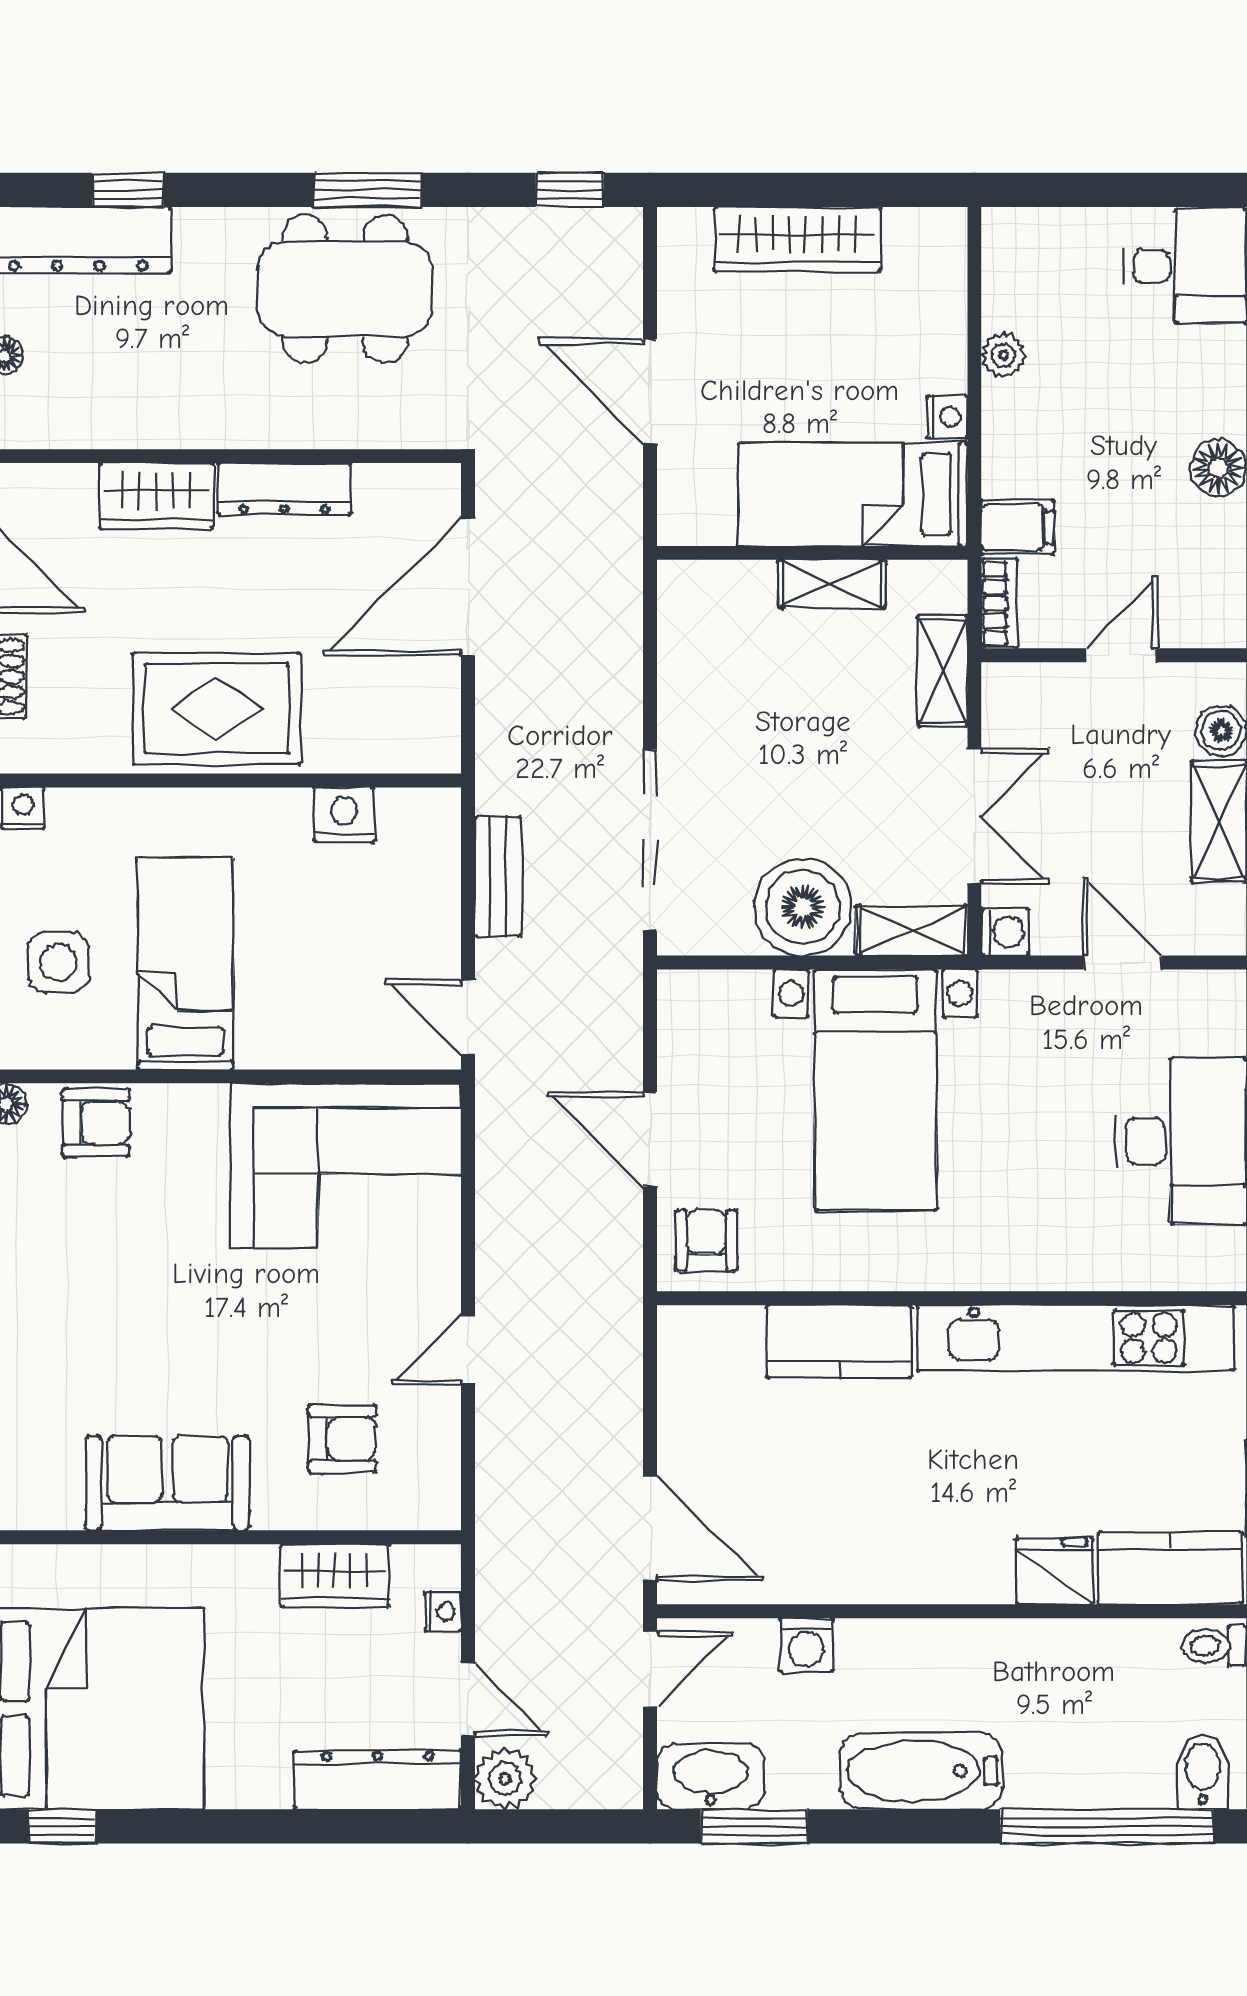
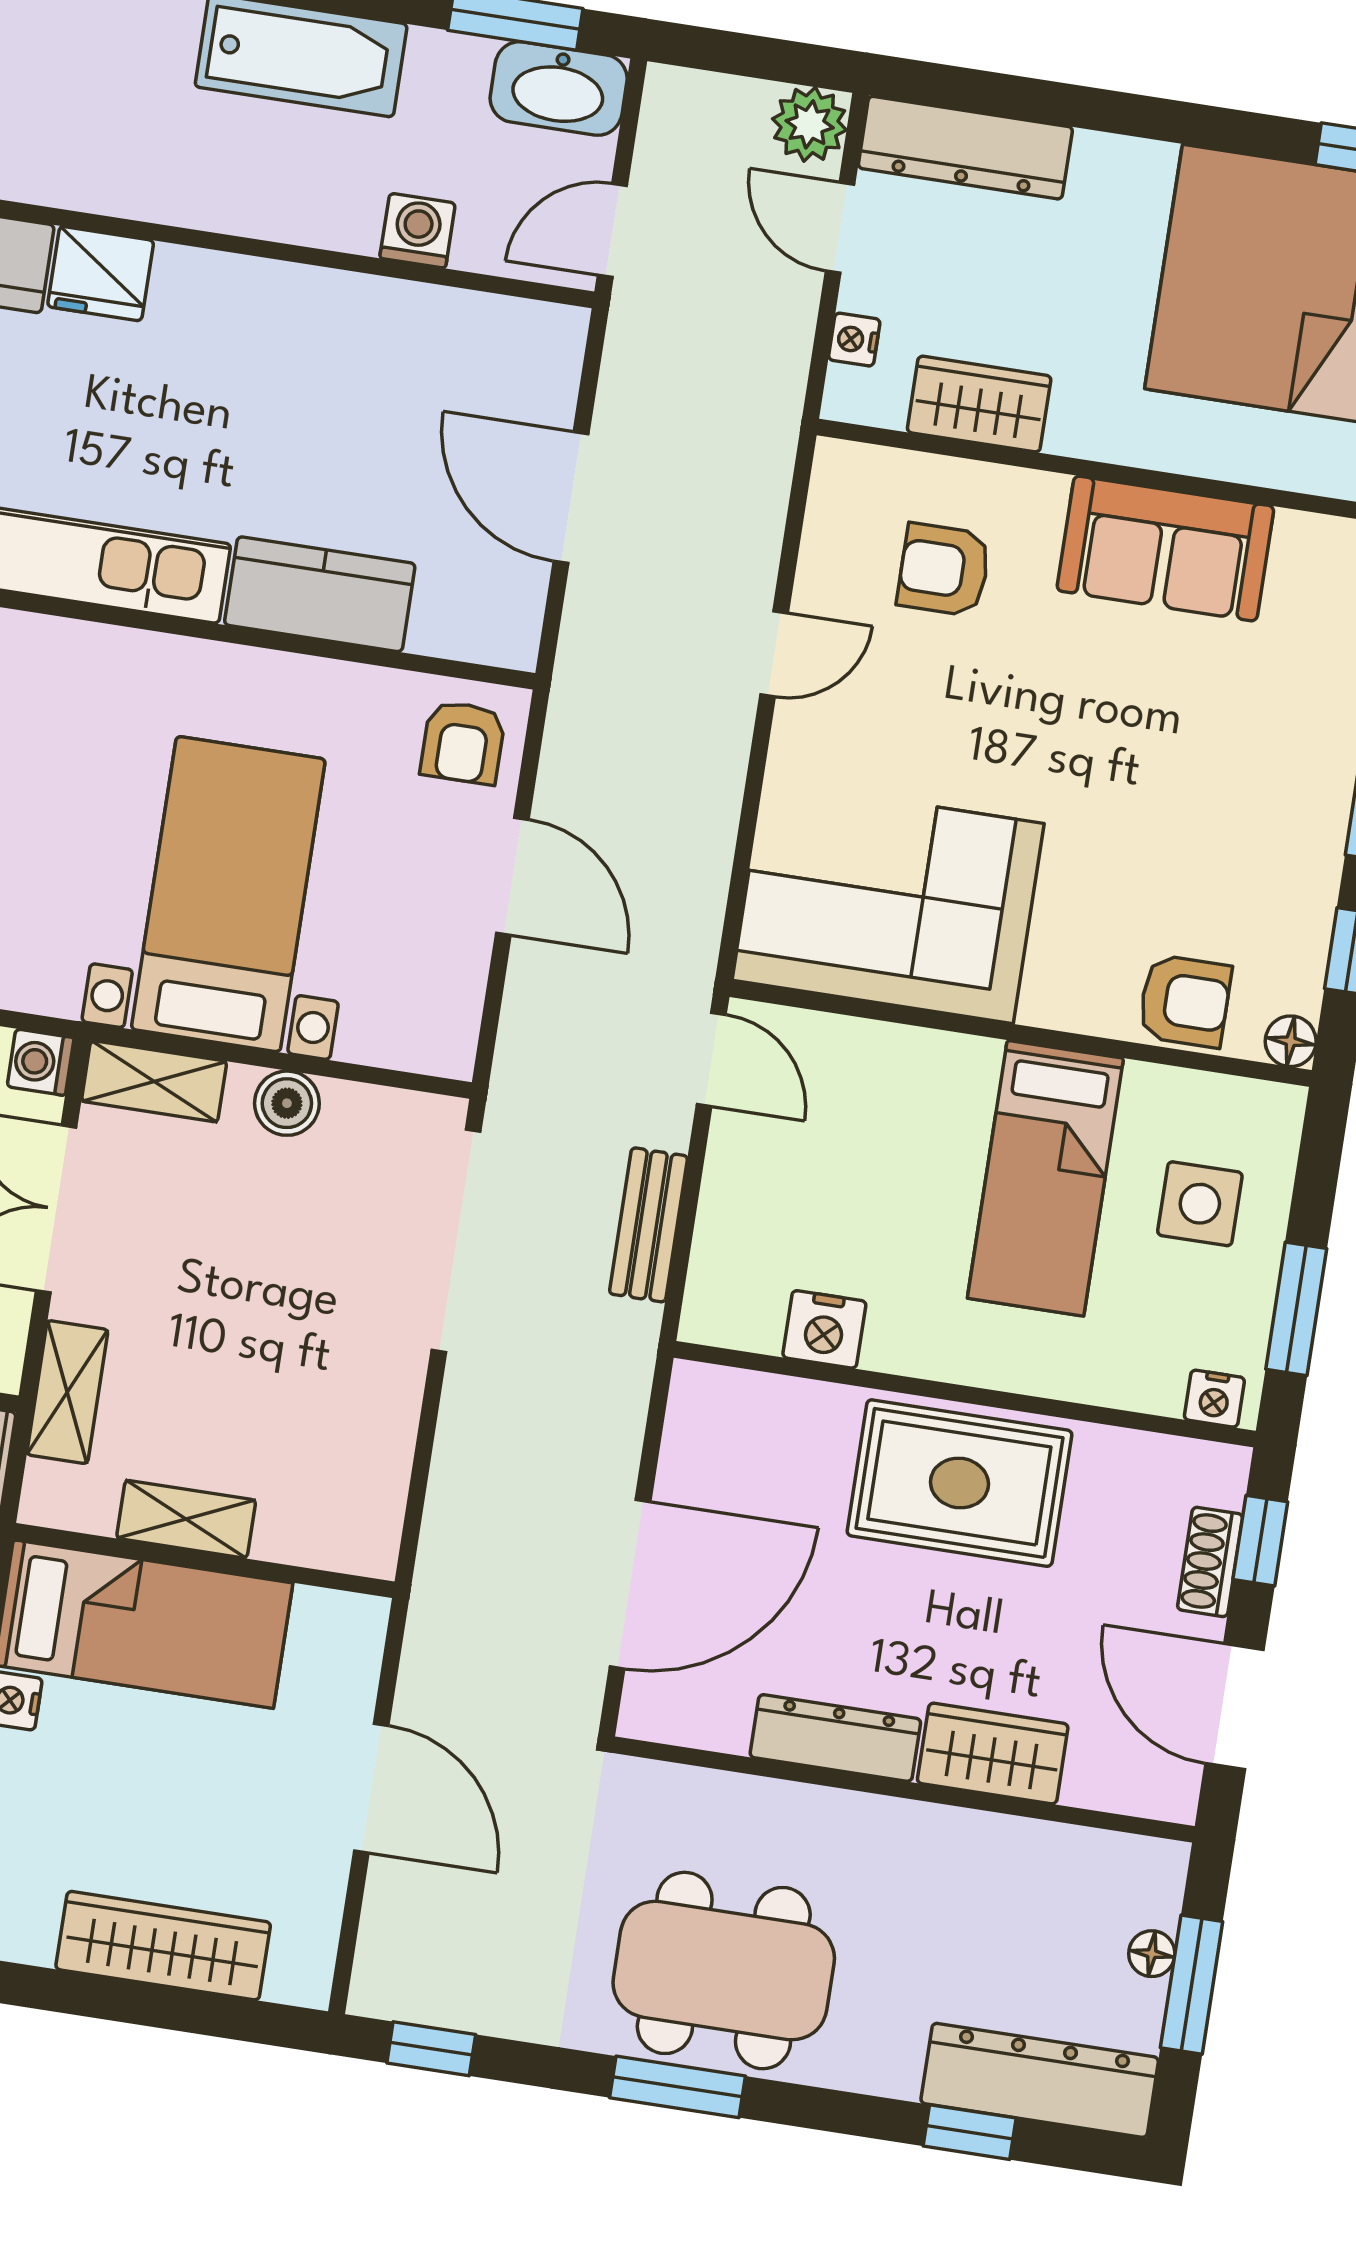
boiler: (803, 907) -> (287, 1103), width x0.54, depth x0.54
armchair: (96, 1123) -> (1185, 1001), turned 180
door: (650, 1528) -> (571, 498), moved

